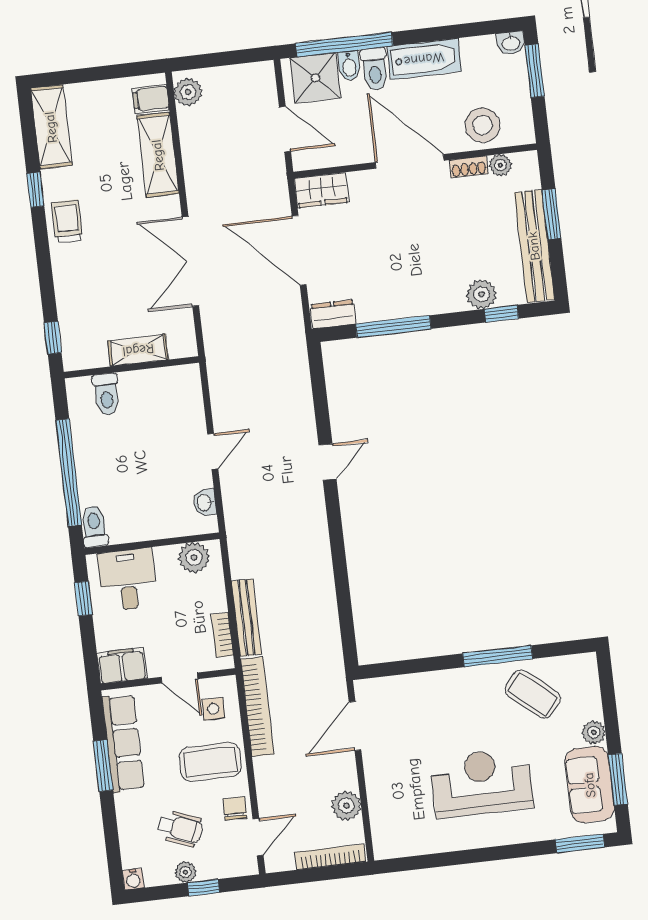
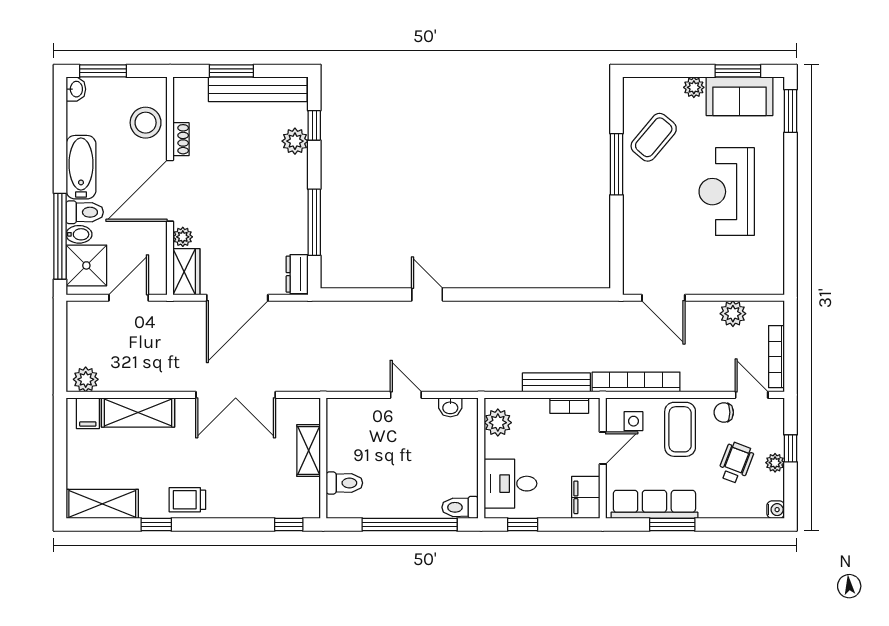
plant: (500, 165) -> (183, 237), moved
bookcase: (330, 857) -> (777, 357), moved

